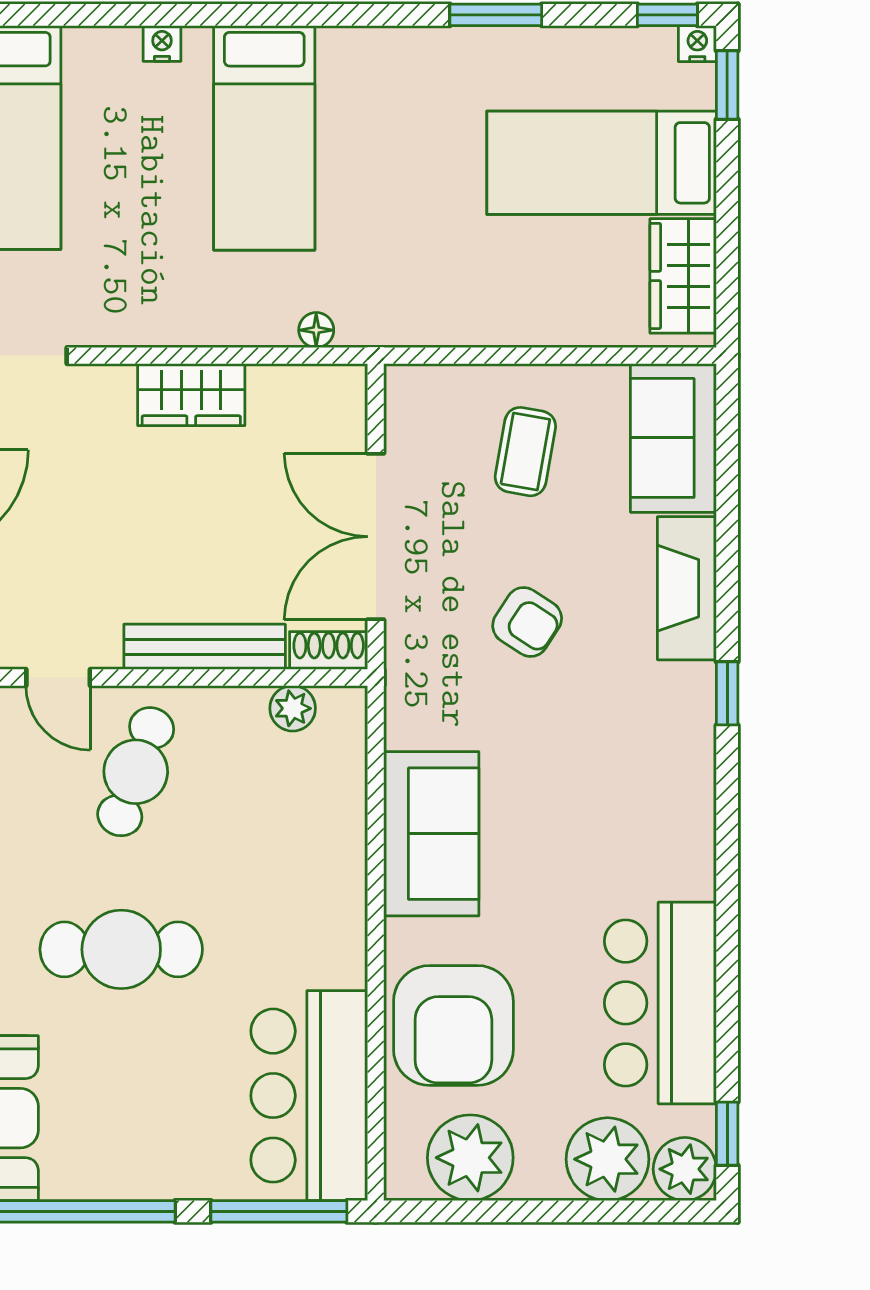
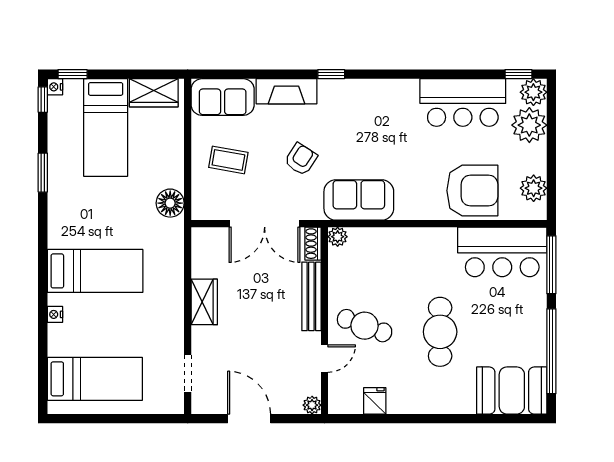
floor lamp: (316, 330) -> (170, 203), moved, width x1.89, depth x1.89
plant: (293, 708) -> (338, 237), moved
sofa: (431, 834) -> (359, 200), moved
plant: (470, 1158) -> (534, 188), width x0.73, depth x0.73

